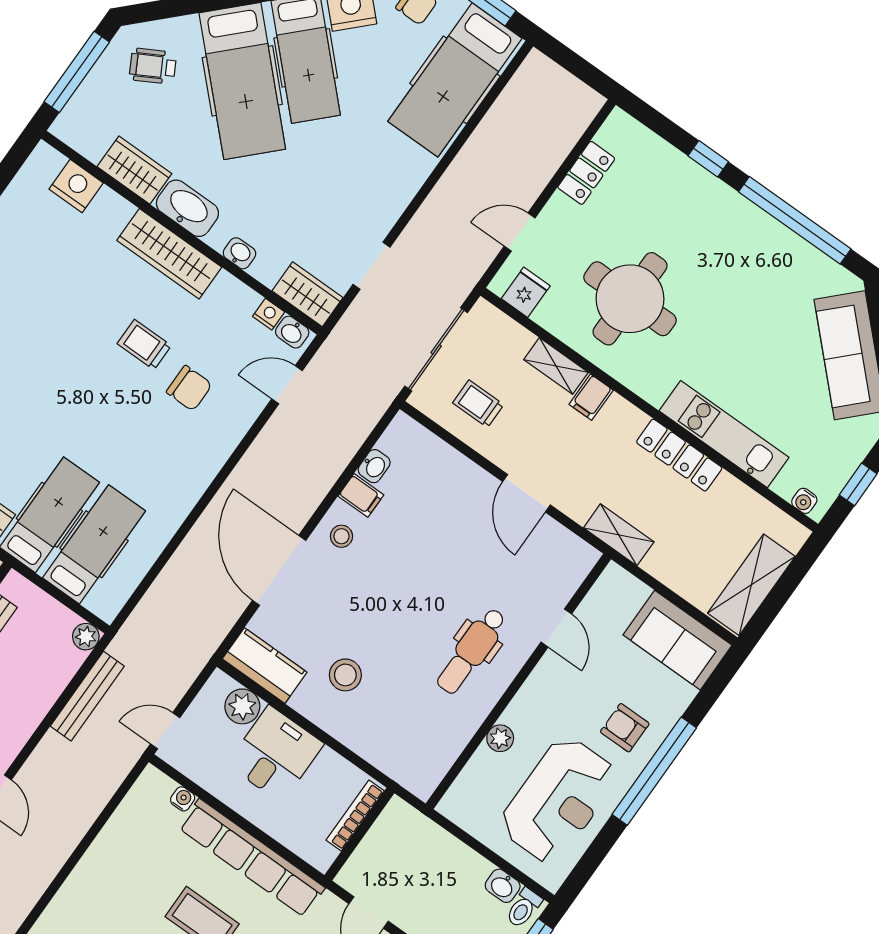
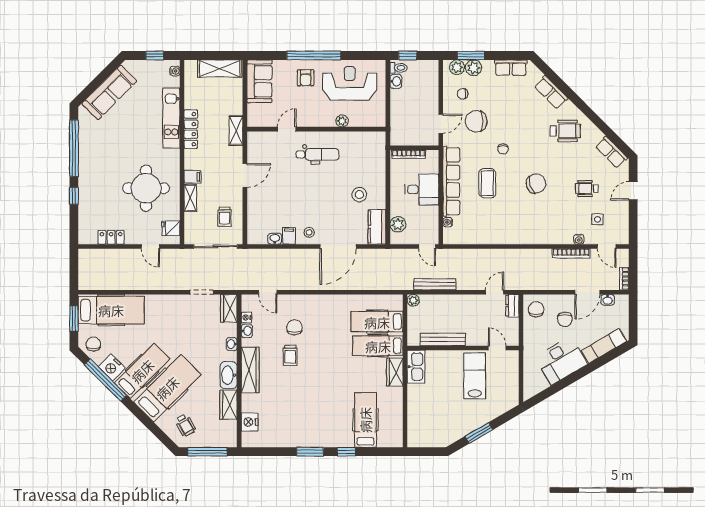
washbasin: (292, 332) -> (247, 331), moved
desk: (275, 754) -> (422, 189), moved, turned 180

